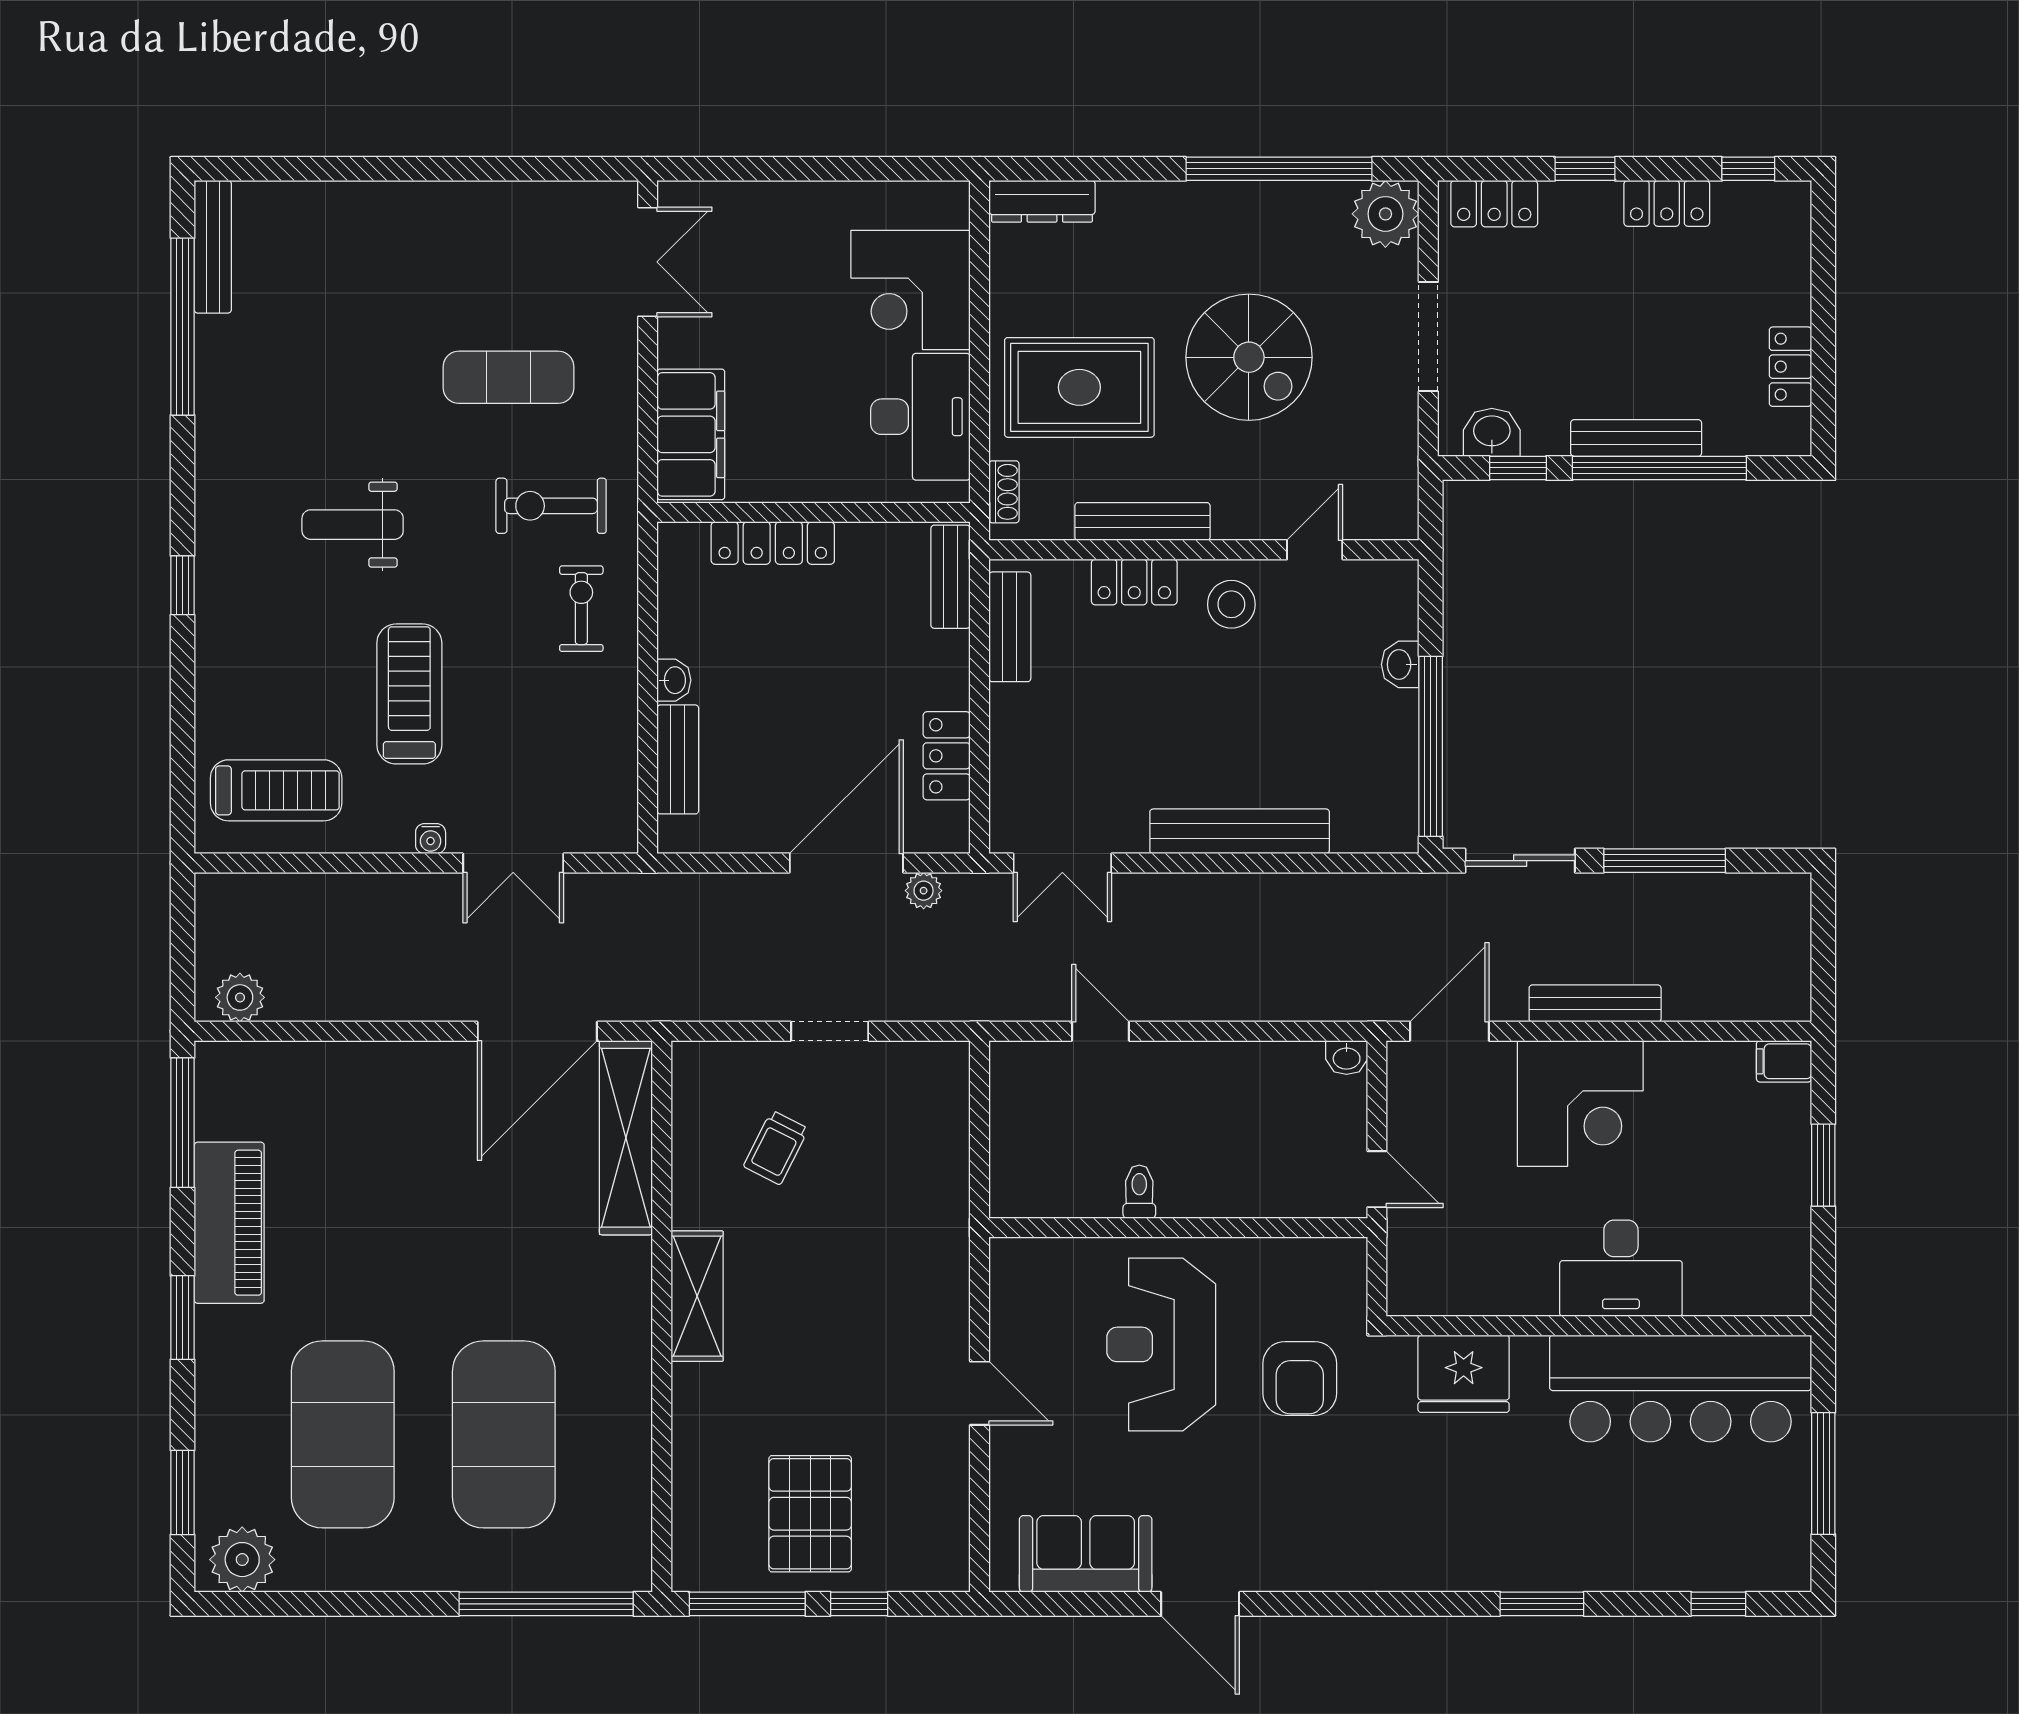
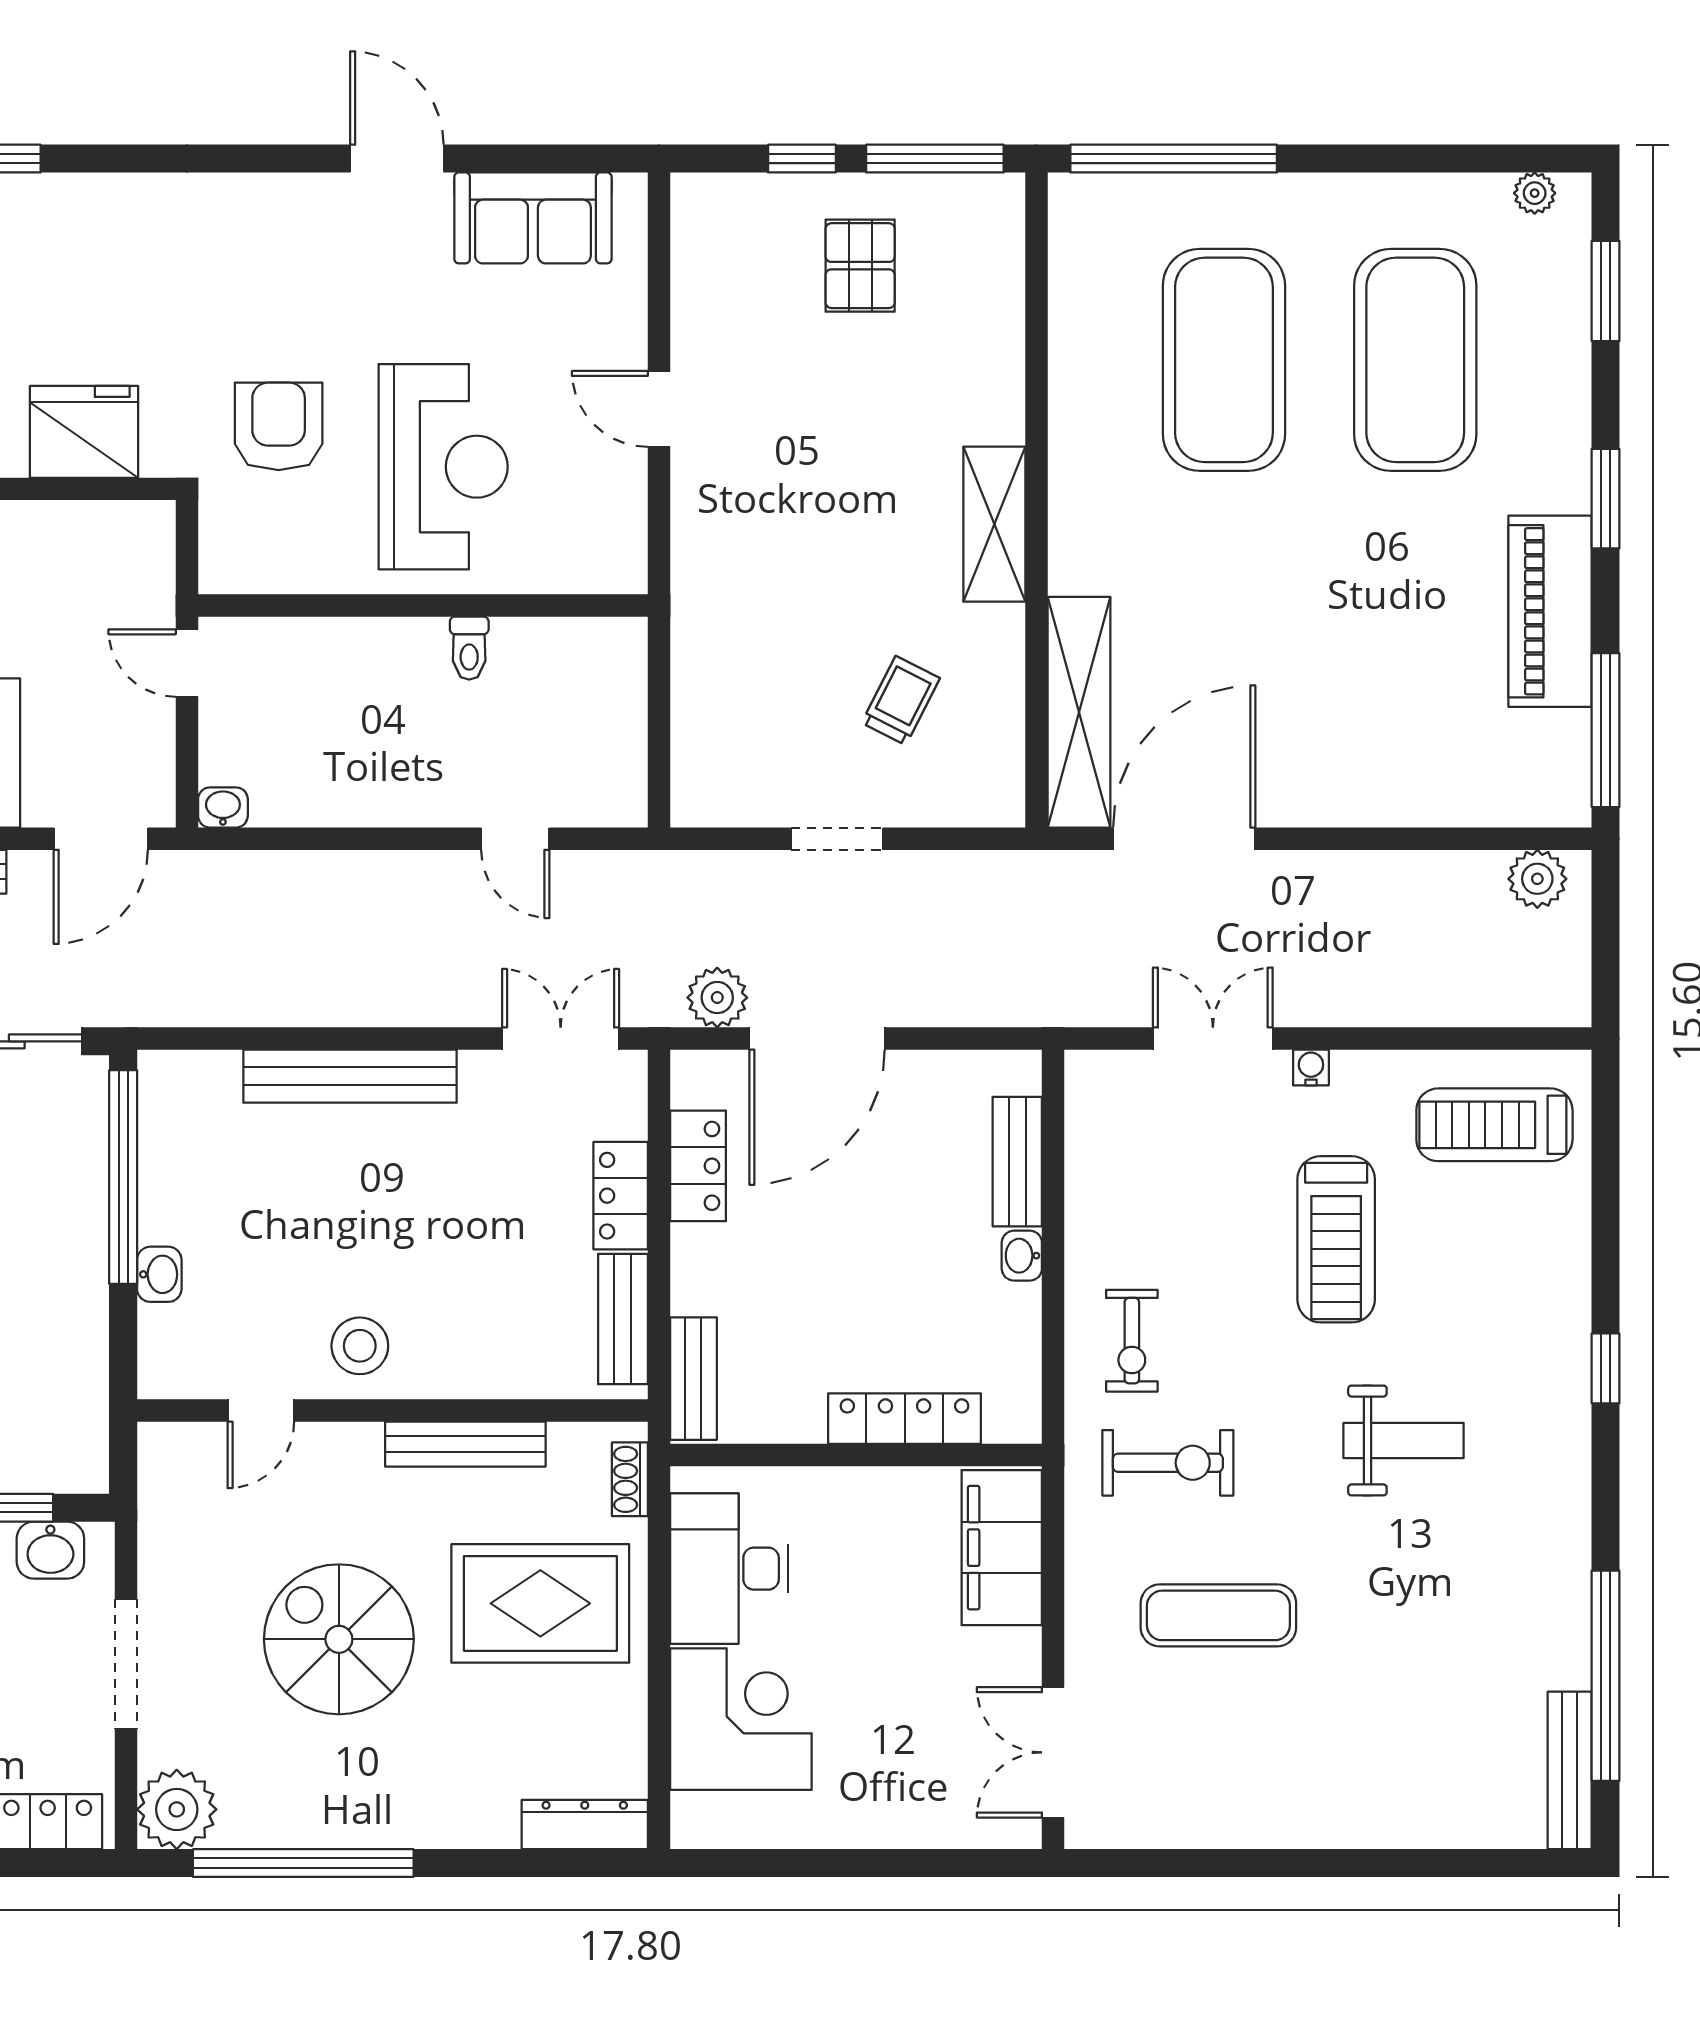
locker: (1134, 582) -> (621, 1196), moved, turned -90
plant: (924, 891) -> (717, 998), width x1.38, depth x1.38
pallet: (810, 1514) -> (860, 266), width x0.67, depth x0.71
plant: (242, 1560) -> (1535, 193), width x0.53, depth x0.53

